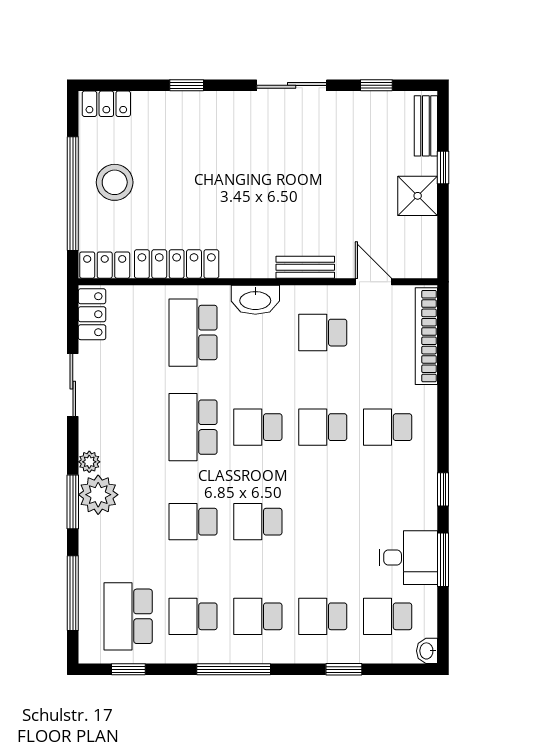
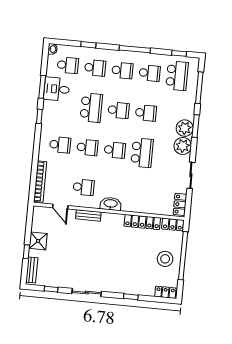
school desk: (193, 333) -> (91, 108), moved
plant: (89, 462) -> (183, 146), width x1.87, depth x1.87

